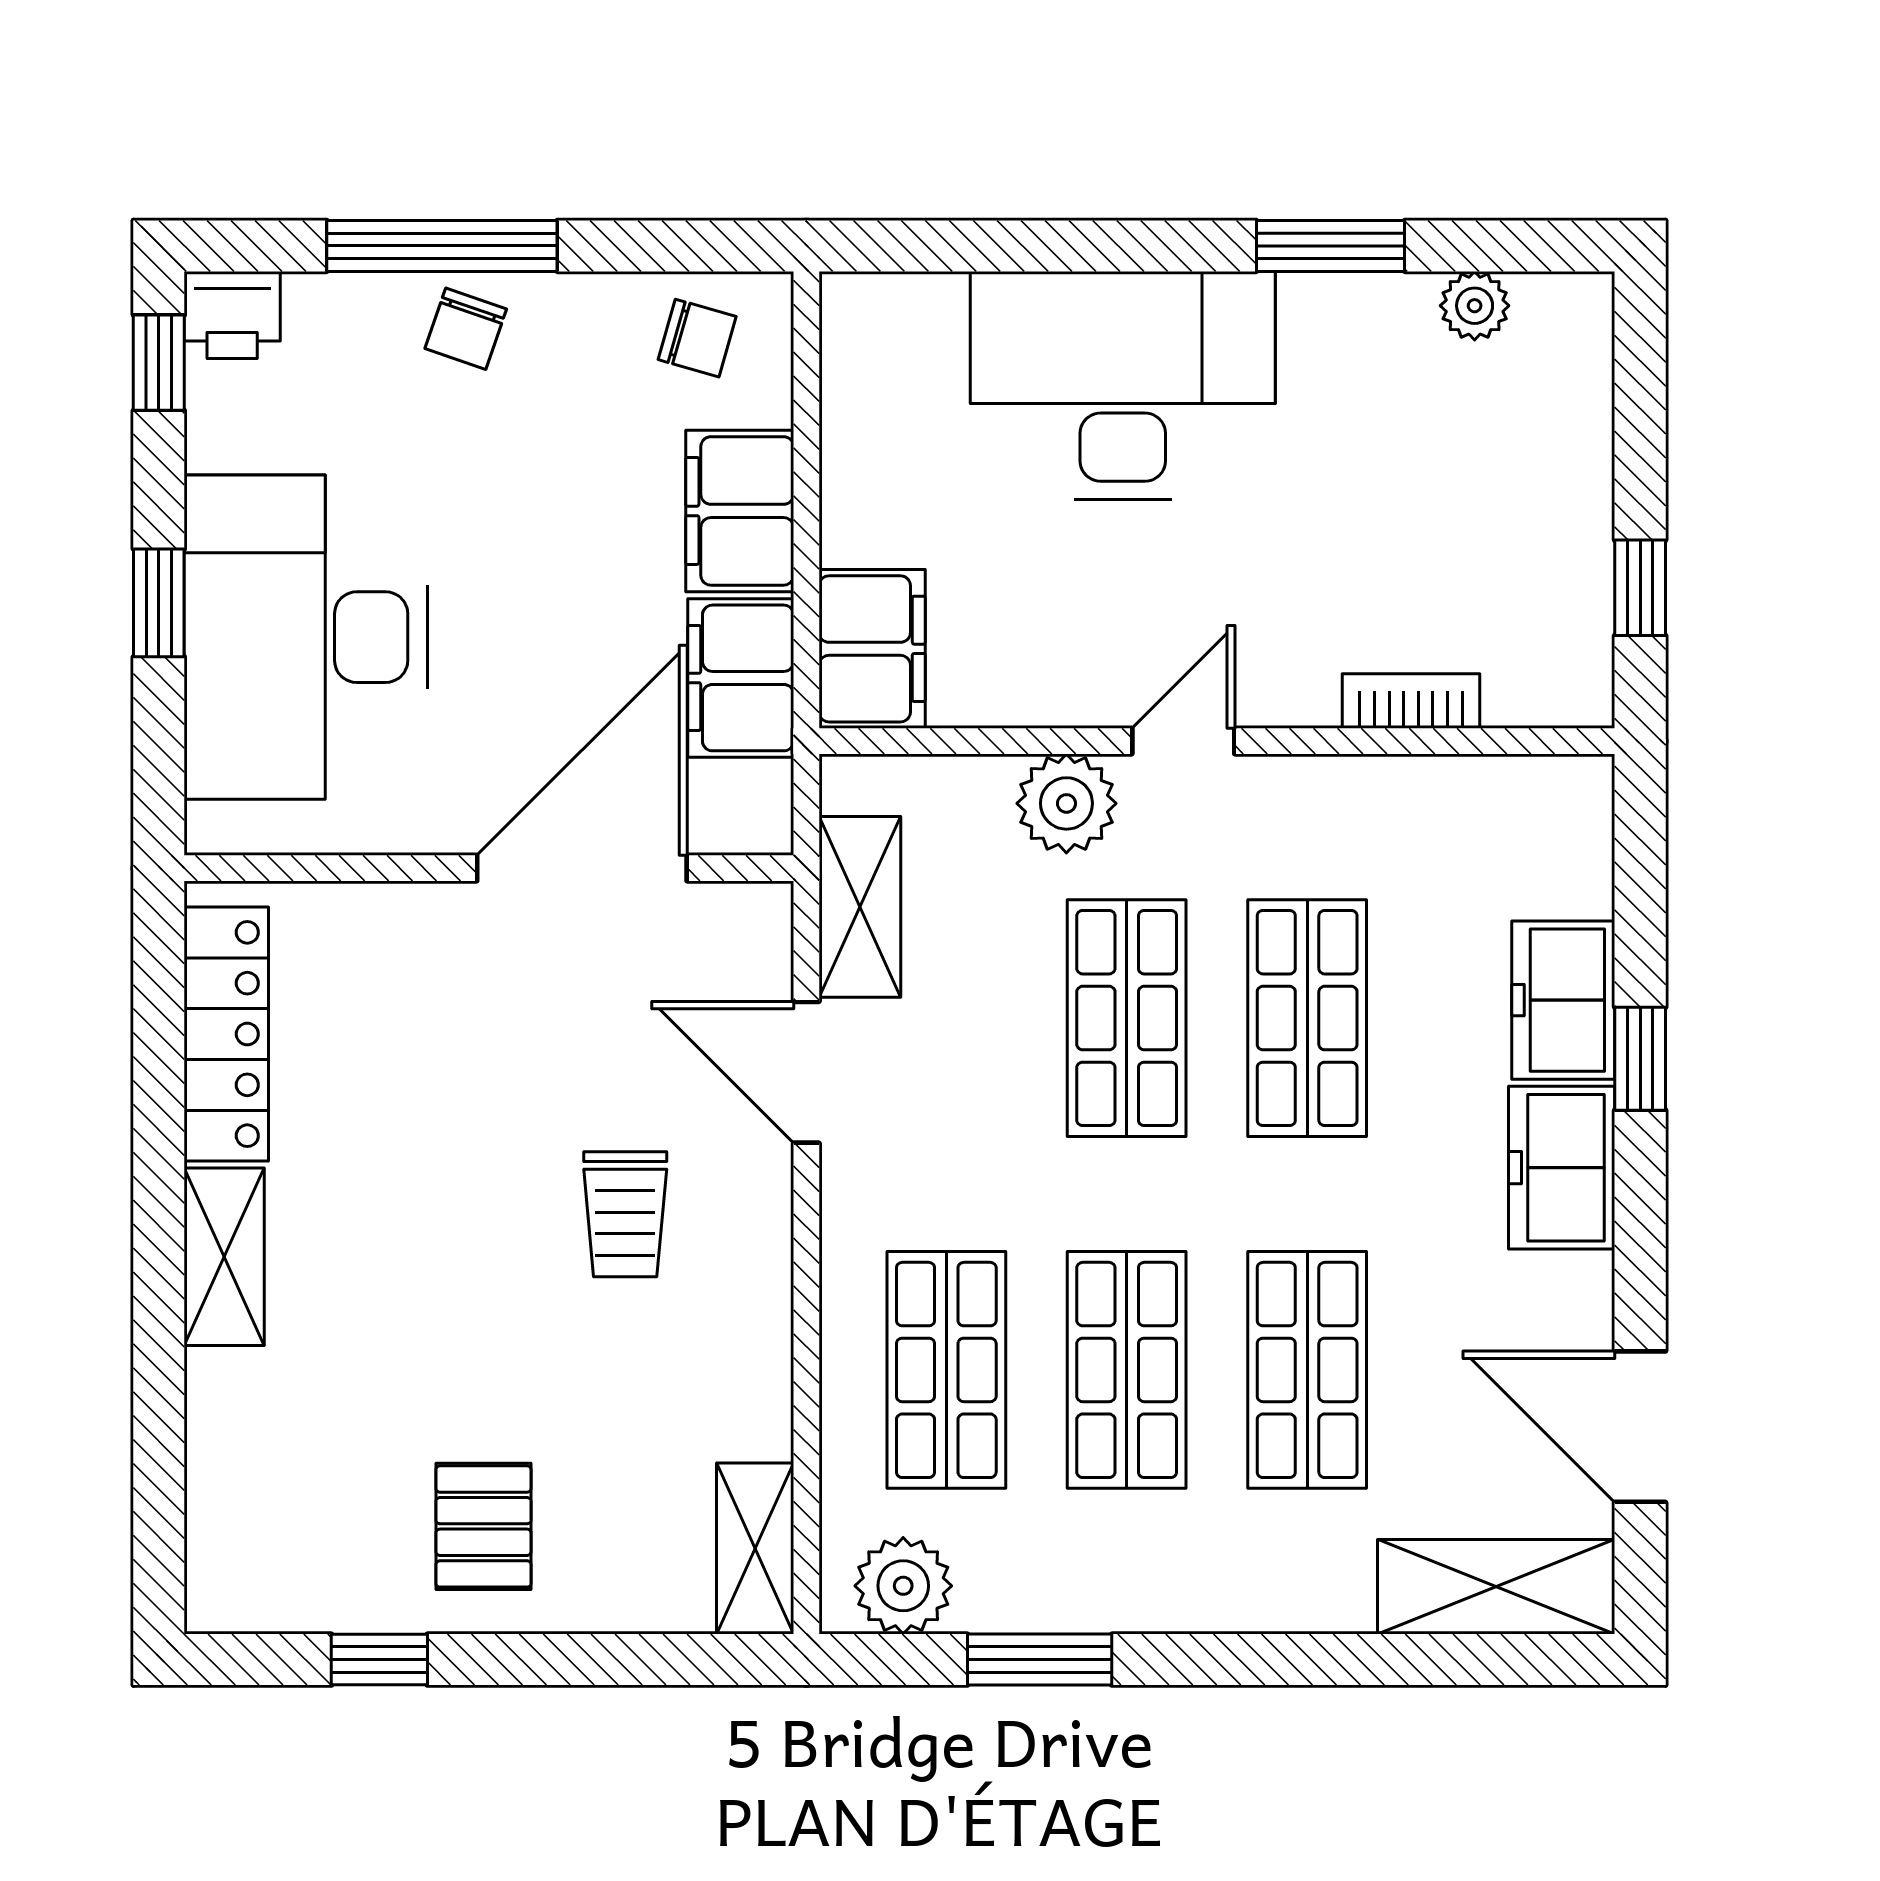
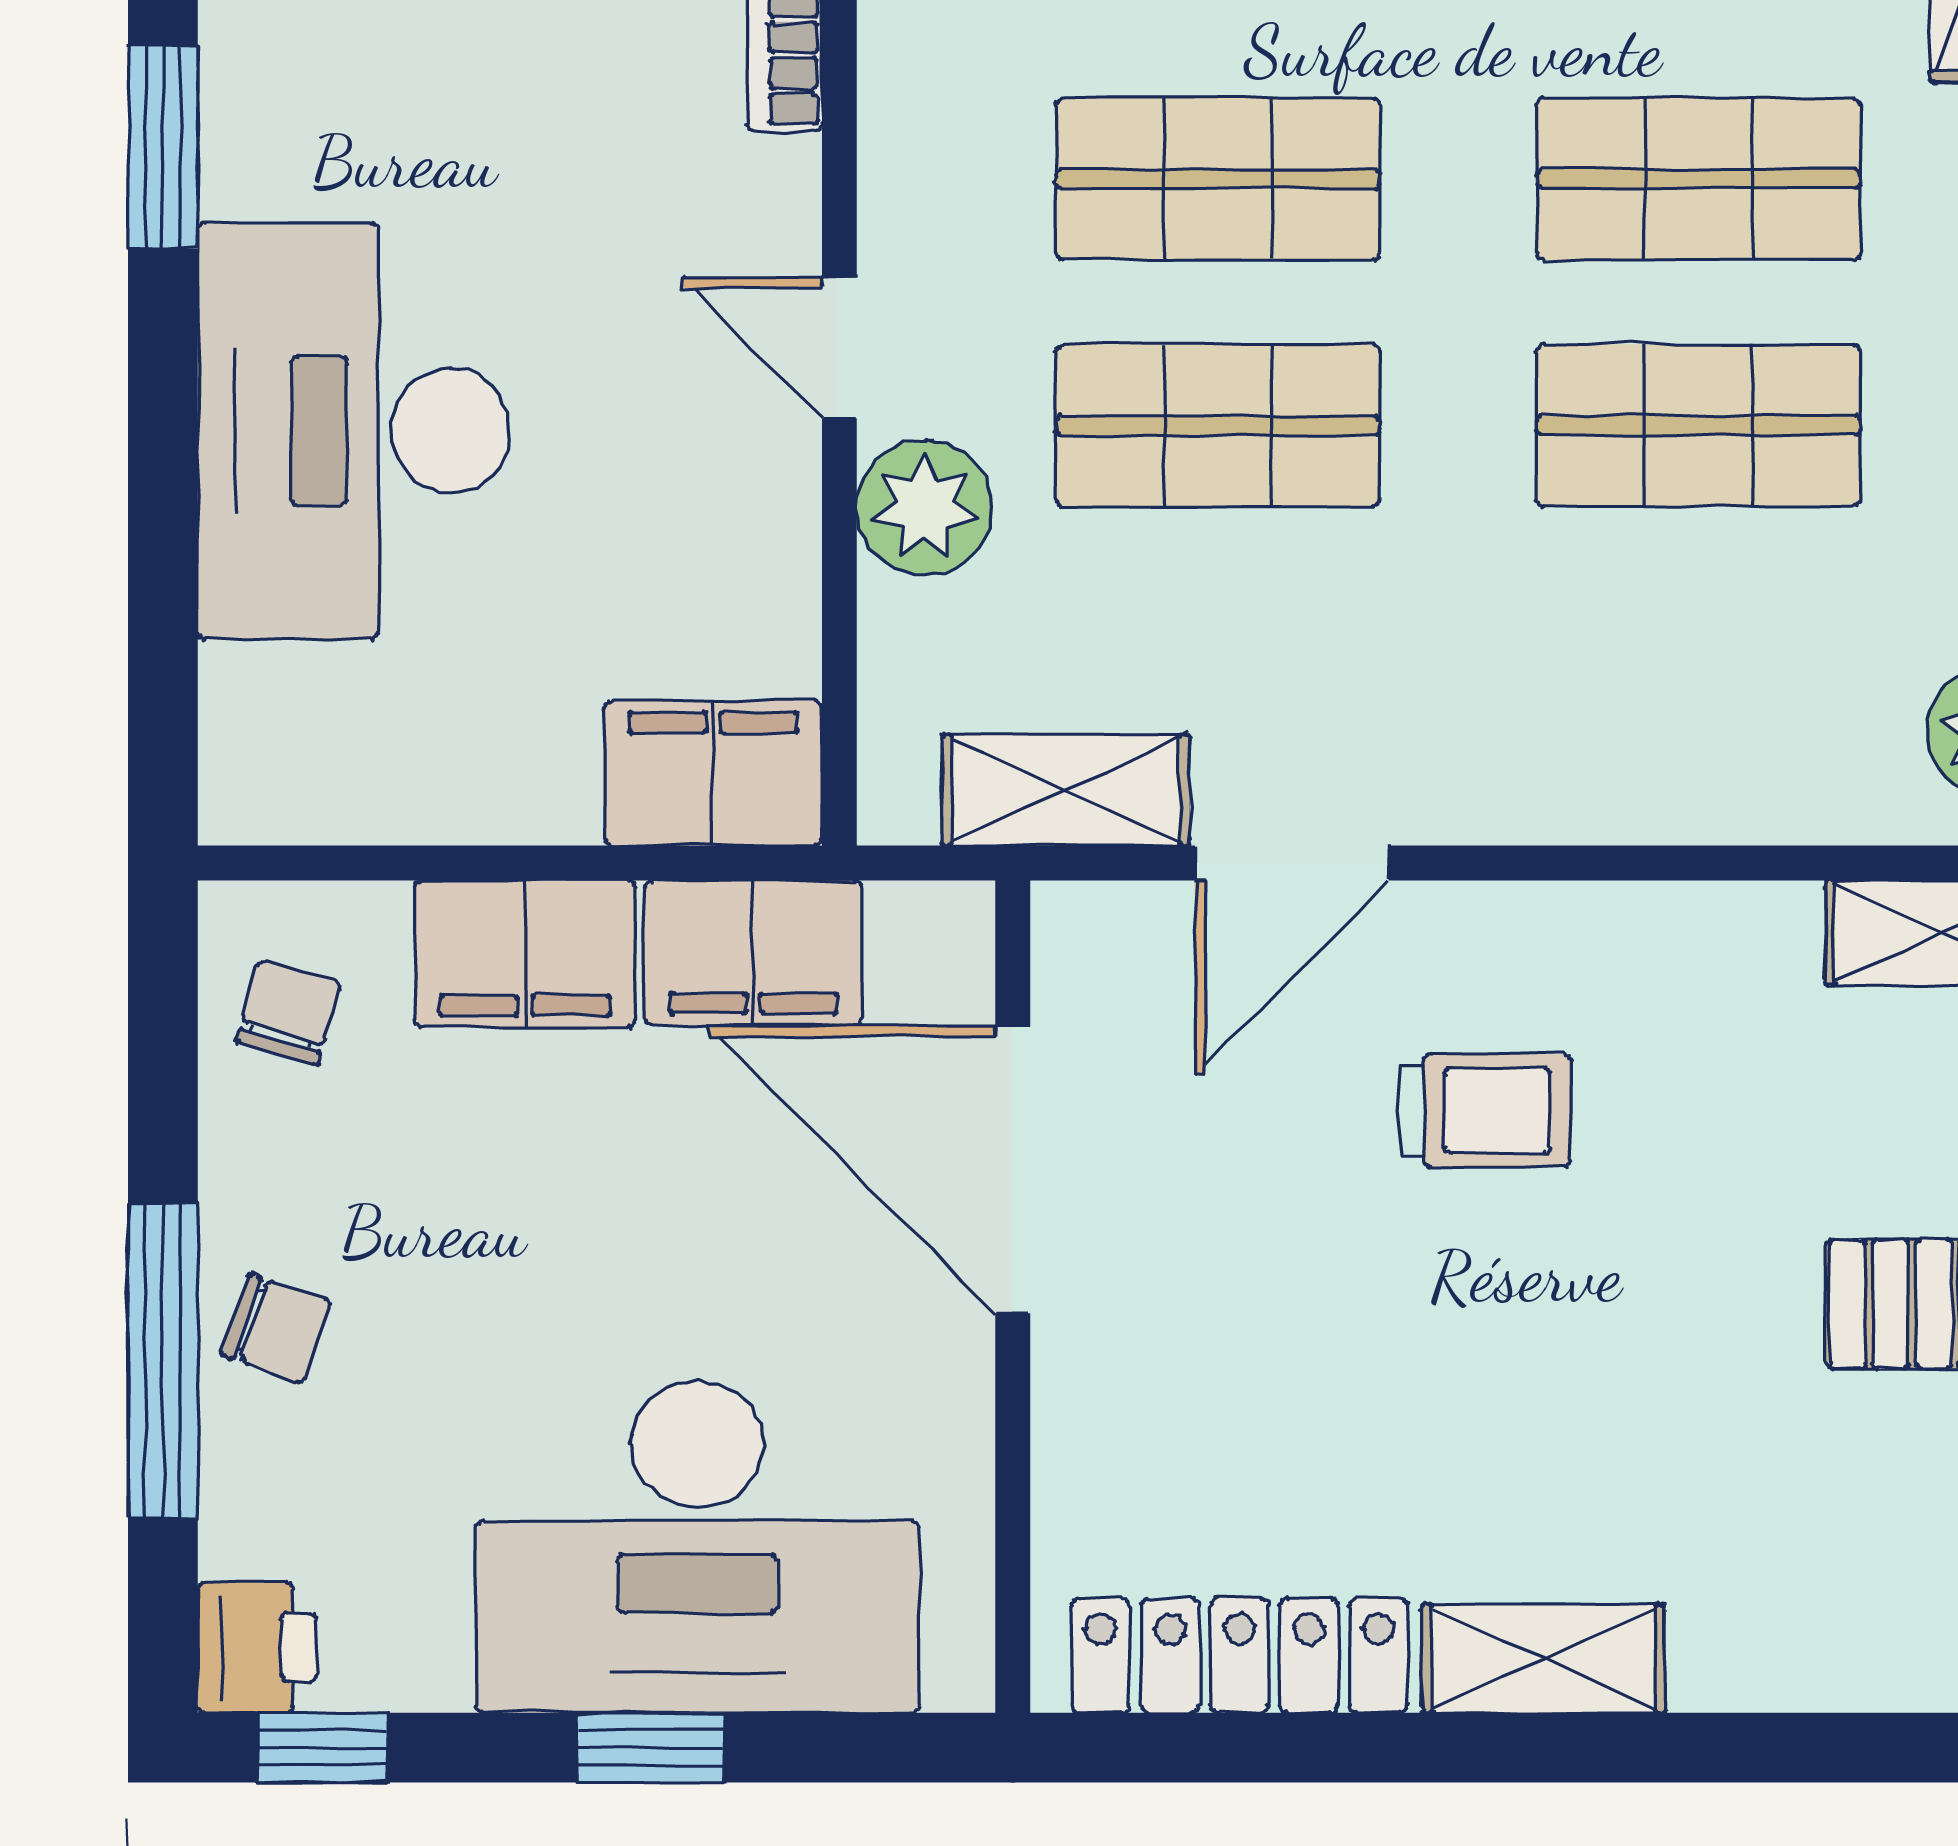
shop shelf: (946, 1370) -> (1698, 672), removed

